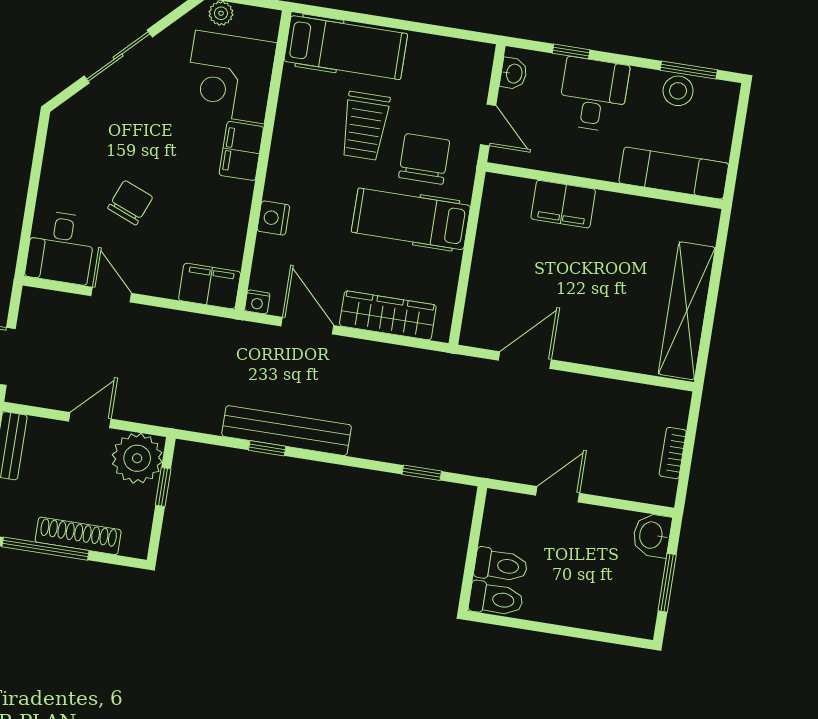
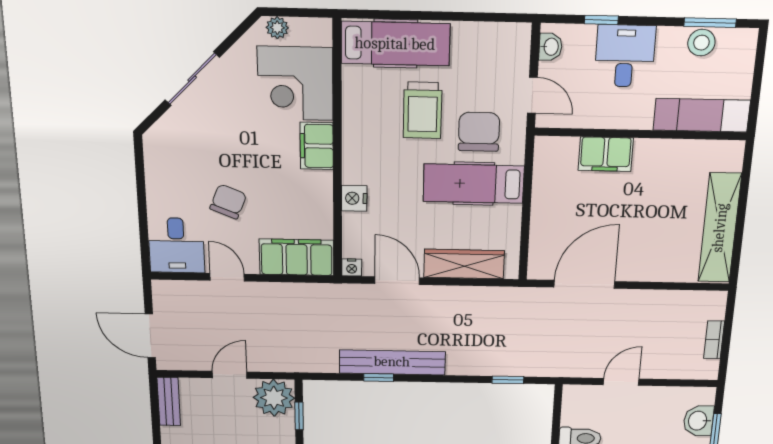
filing cabinet: (210, 286) -> (297, 257), width x1.50, depth x1.17
door: (525, 360) -> (584, 284), width x1.36
washbasin: (652, 535) -> (698, 421), moved

